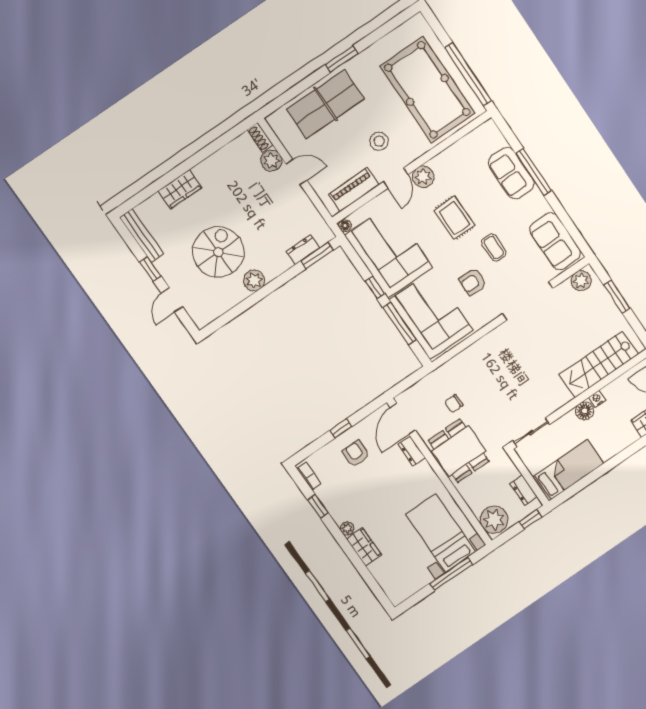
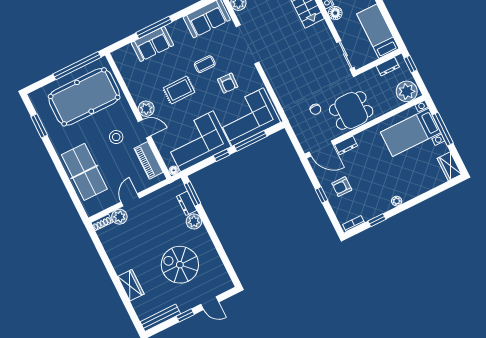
window: (342, 59) -> (39, 126), moved
plant: (254, 281) -> (194, 221), moved
wardrobe: (364, 547) -> (449, 166), moved, turned -90

